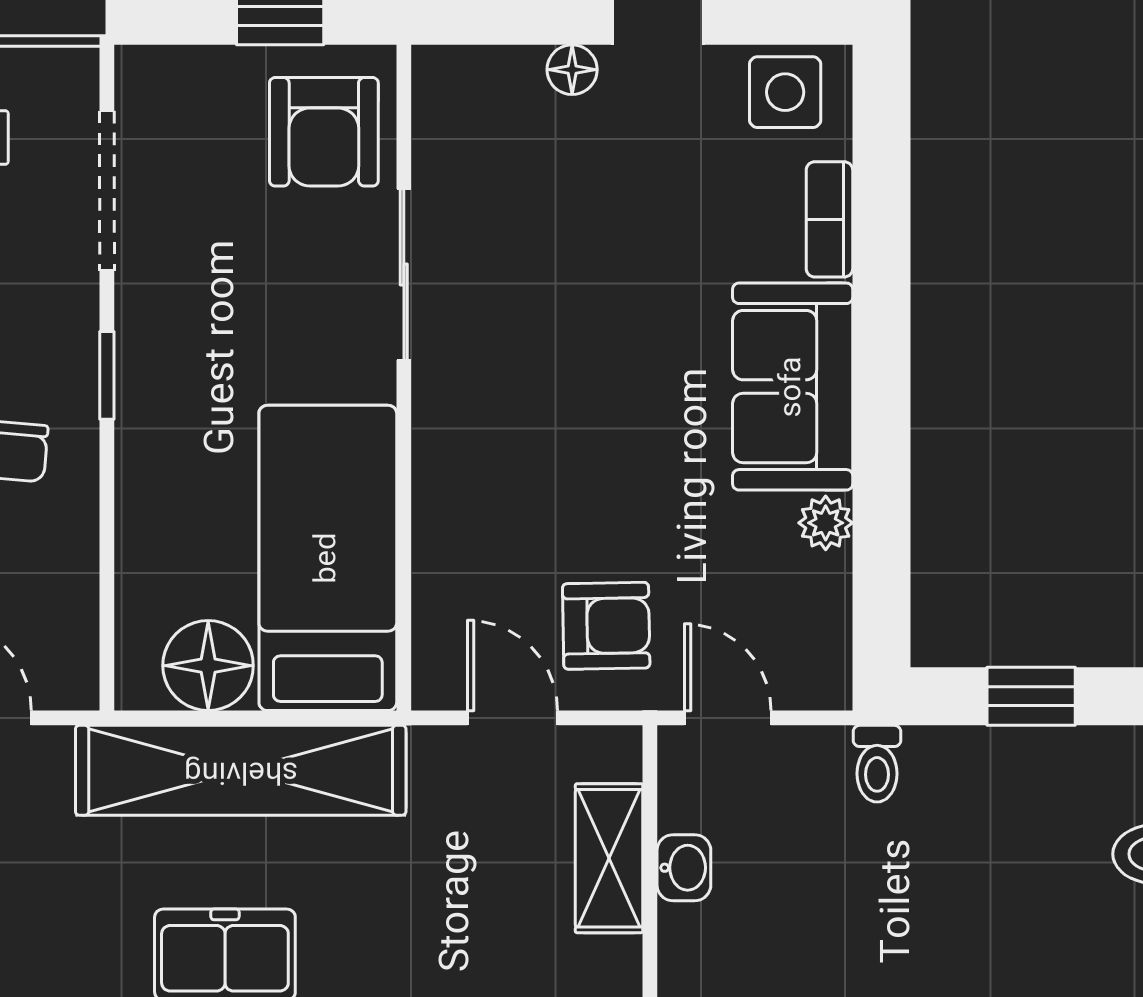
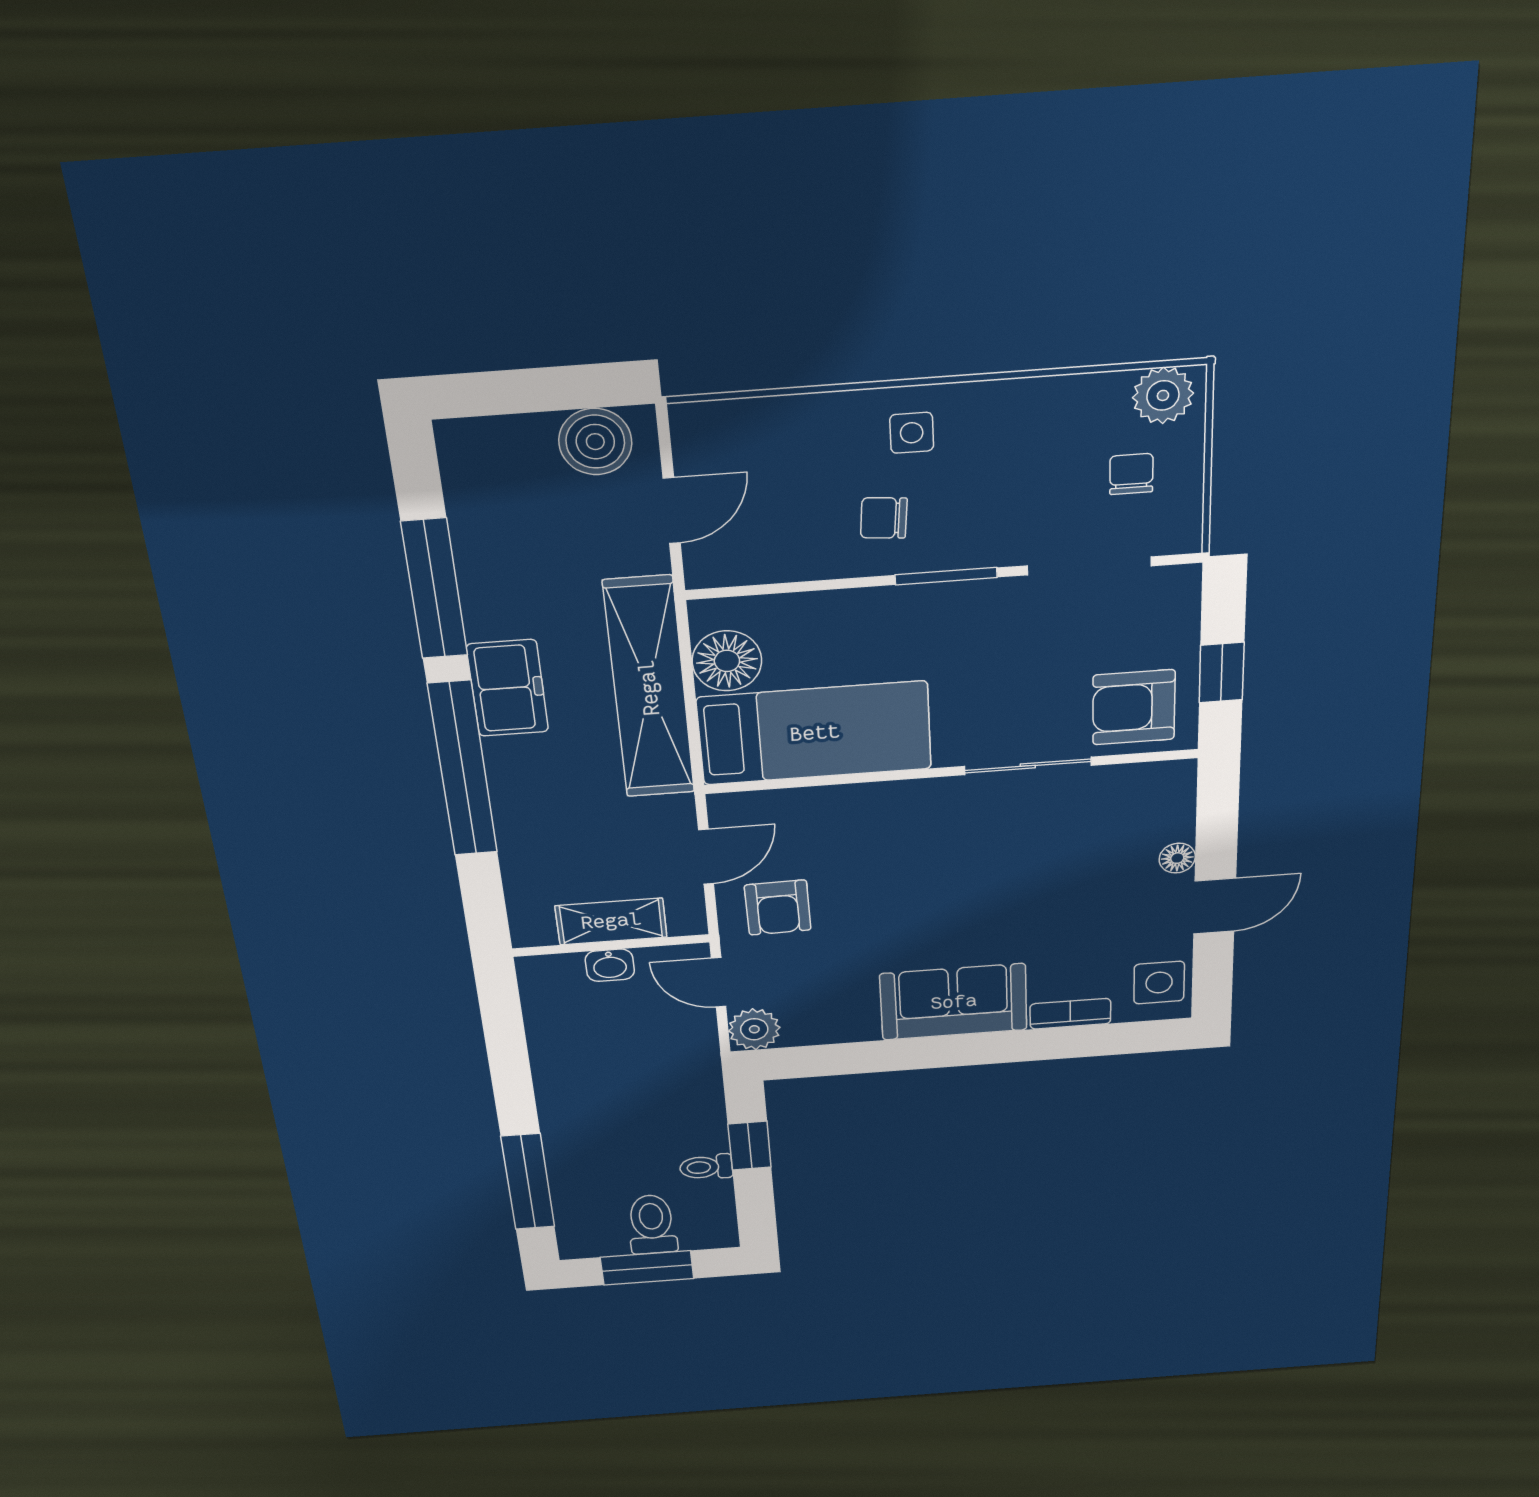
window: (107, 375) -> (946, 576), width x1.50
plant: (826, 523) -> (754, 1029), moved, width x1.38, depth x1.38
door: (728, 718) -> (719, 982), swing flipped
toilet: (877, 764) -> (706, 1167), moved

